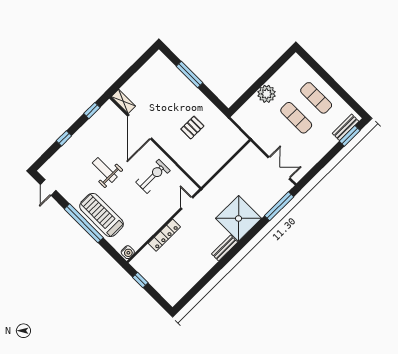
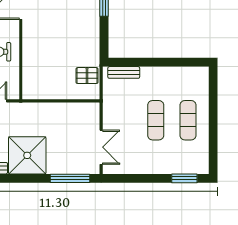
plant: (267, 94) -> (151, 77), removed
bench: (346, 127) -> (124, 72), moved
pallet: (192, 128) -> (87, 76), moved

